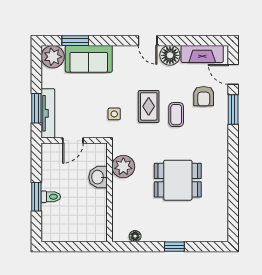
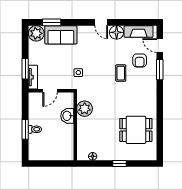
rug: (149, 106) -> (102, 67), removed
tv unit: (48, 113) -> (33, 77), width x0.71
dining table: (178, 180) -> (136, 130), moved

